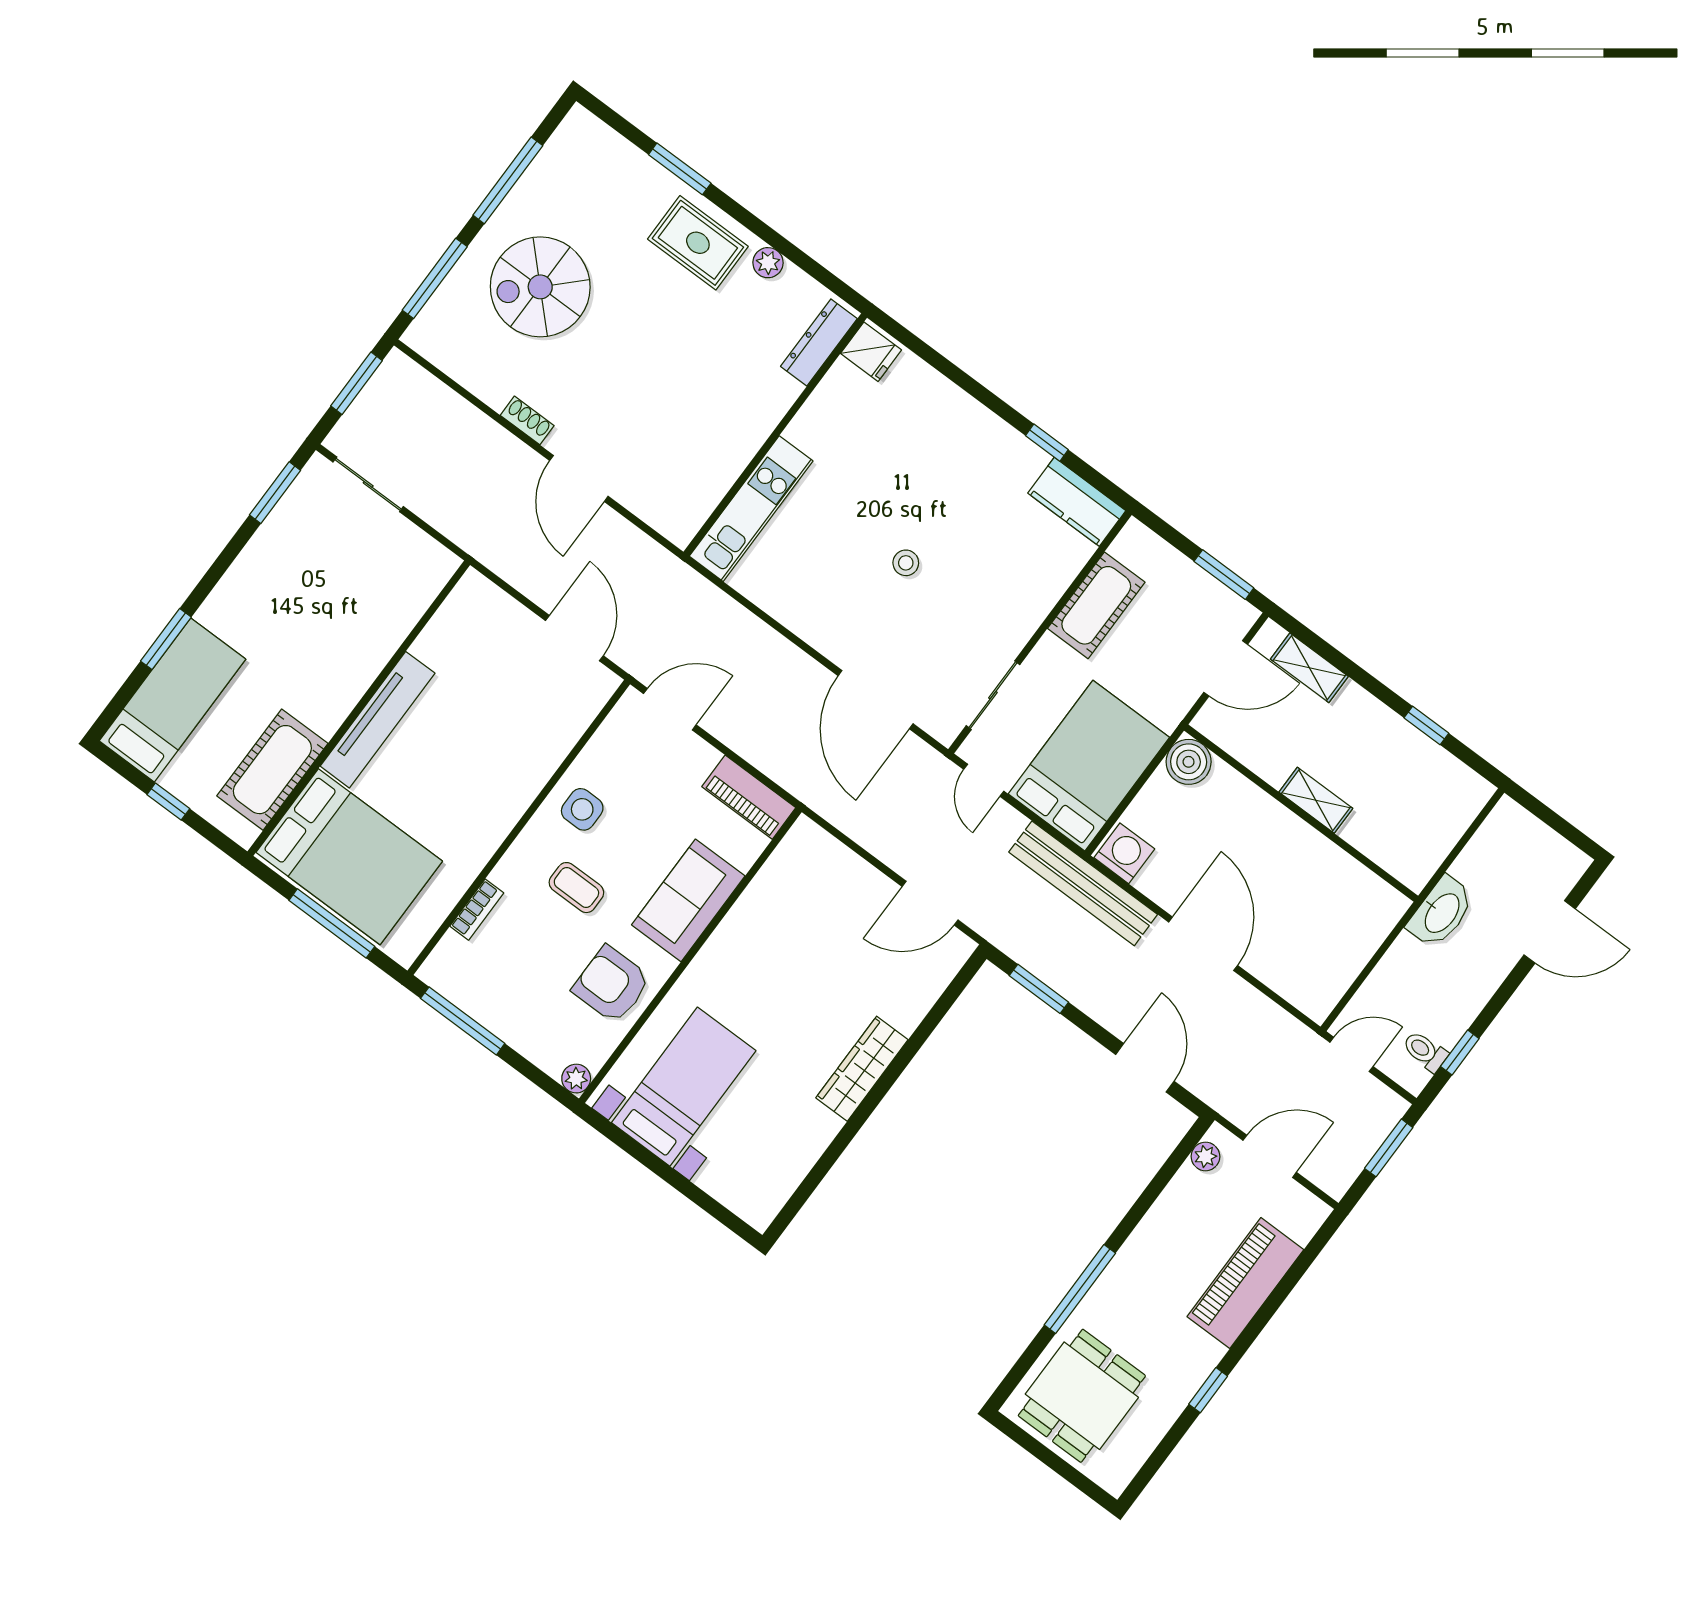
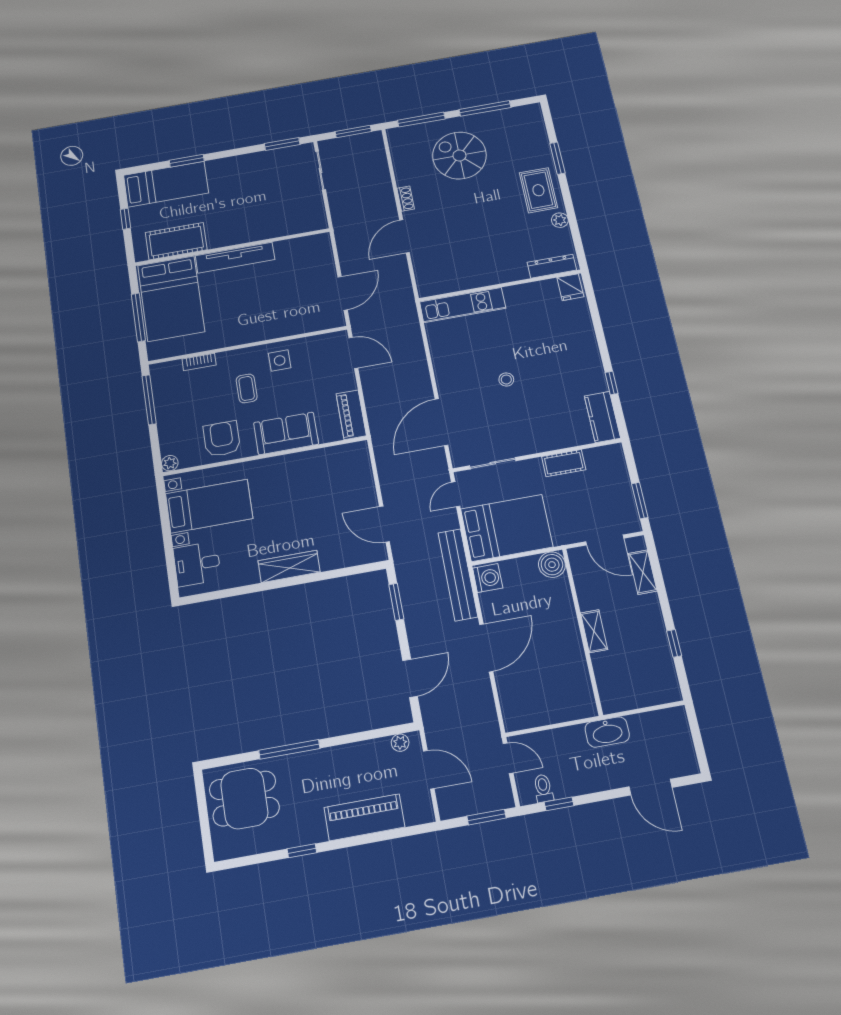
cot: (1096, 605) -> (564, 463), width x0.73, depth x0.75
desk: (743, 1173) -> (197, 564), added

